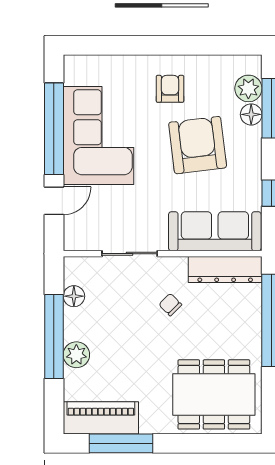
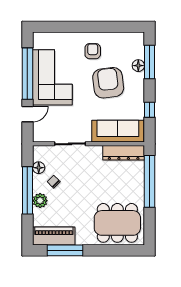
plant: (248, 88) -> (137, 51), removed
chair: (170, 305) -> (54, 182), moved

